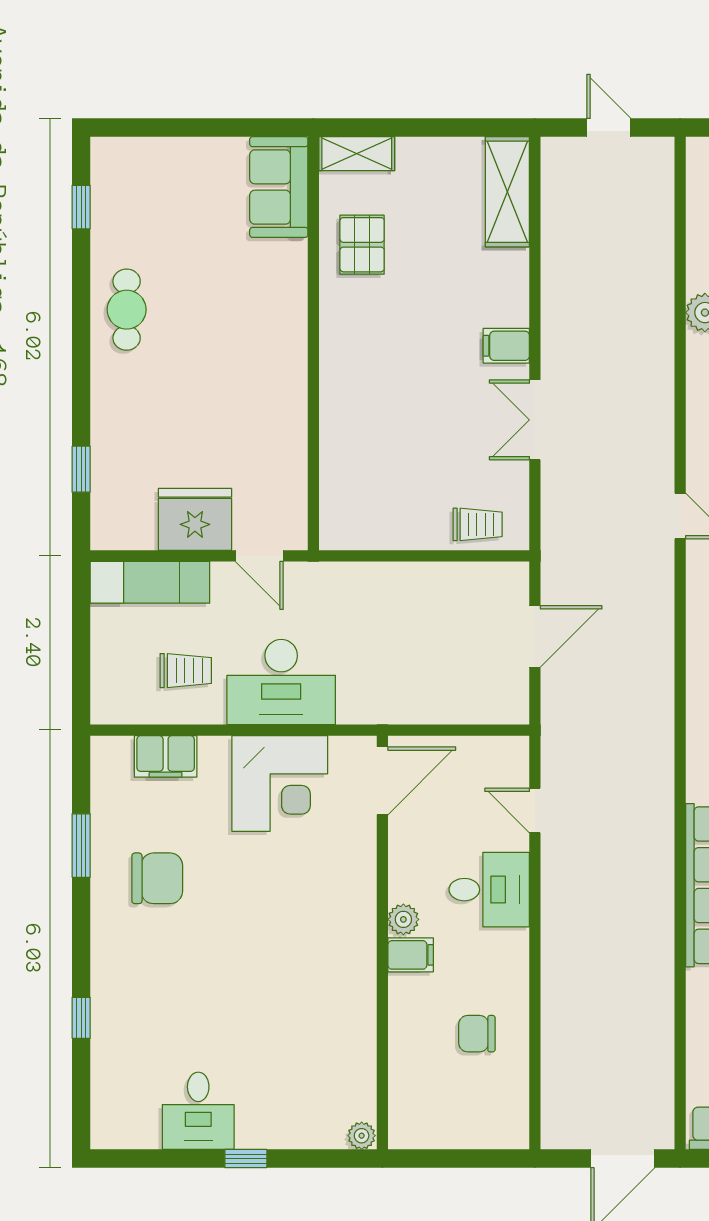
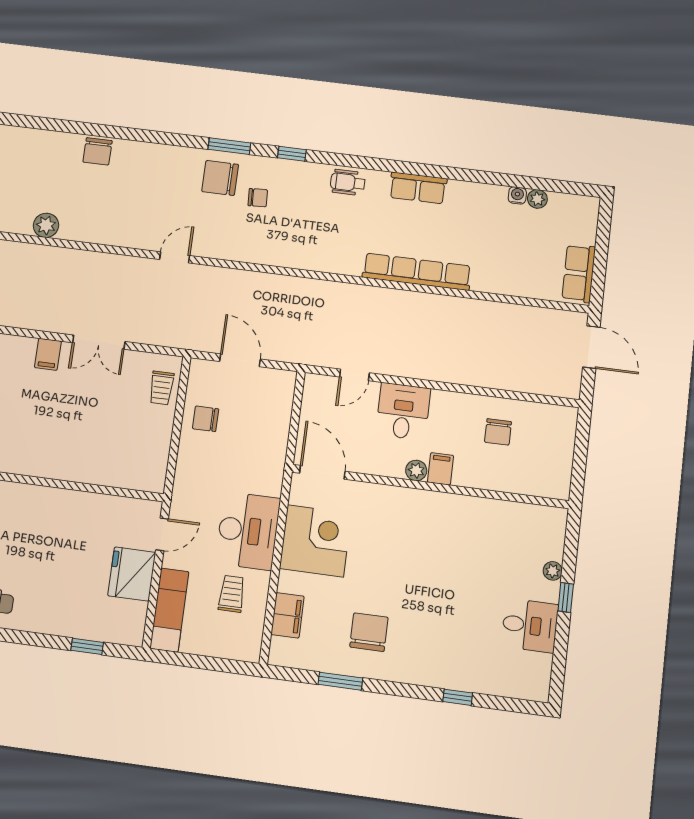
trolley: (478, 524) -> (161, 388), turned 180
chair: (440, 597) -> (206, 419), added
plant: (362, 1136) -> (553, 571), moved

